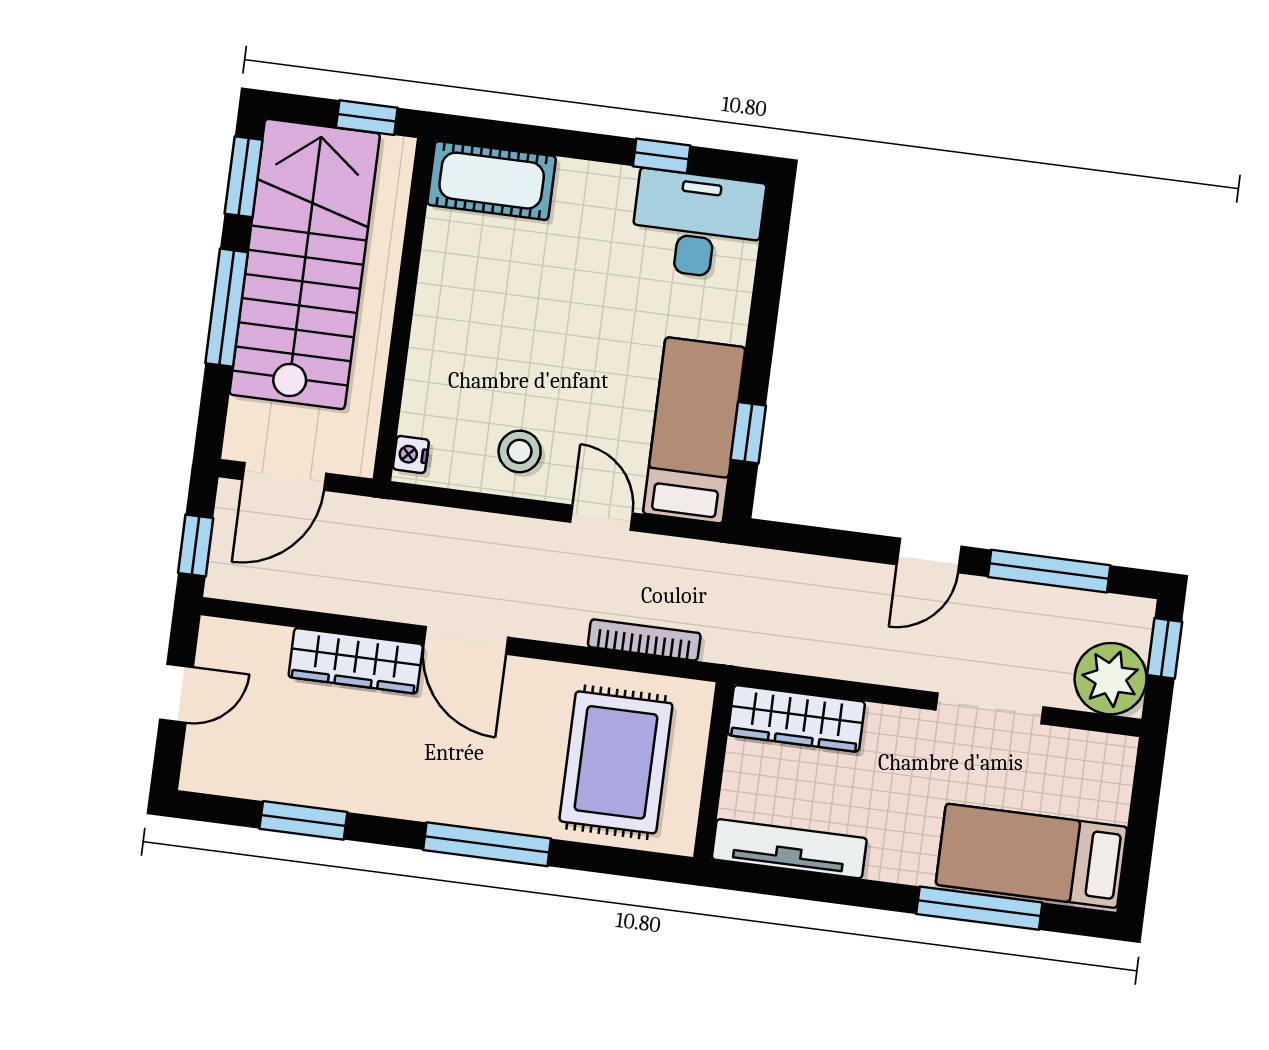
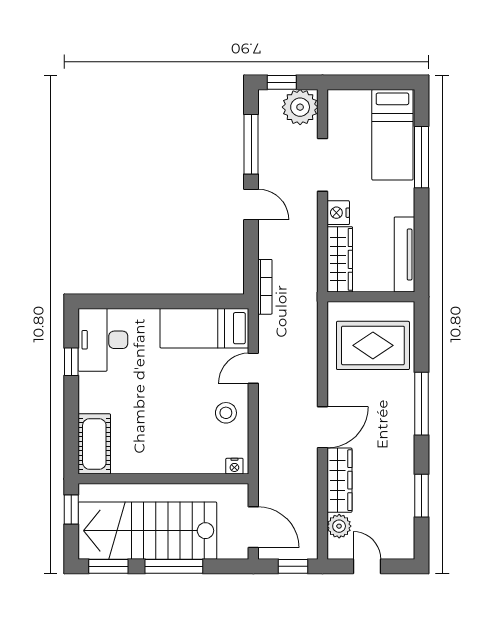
window: (748, 433) -> (202, 301), removed
bookcase: (644, 640) -> (265, 287), moved, turned 180
plant: (264, 648) -> (339, 526), added
nightstand: (890, 727) -> (338, 213), added

